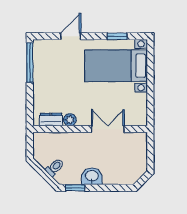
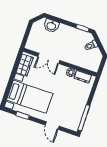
door: (71, 36) -> (52, 126), hinge flipped
wardrobe: (139, 108) -> (25, 65), added
washbasin: (92, 176) -> (51, 26), moved

